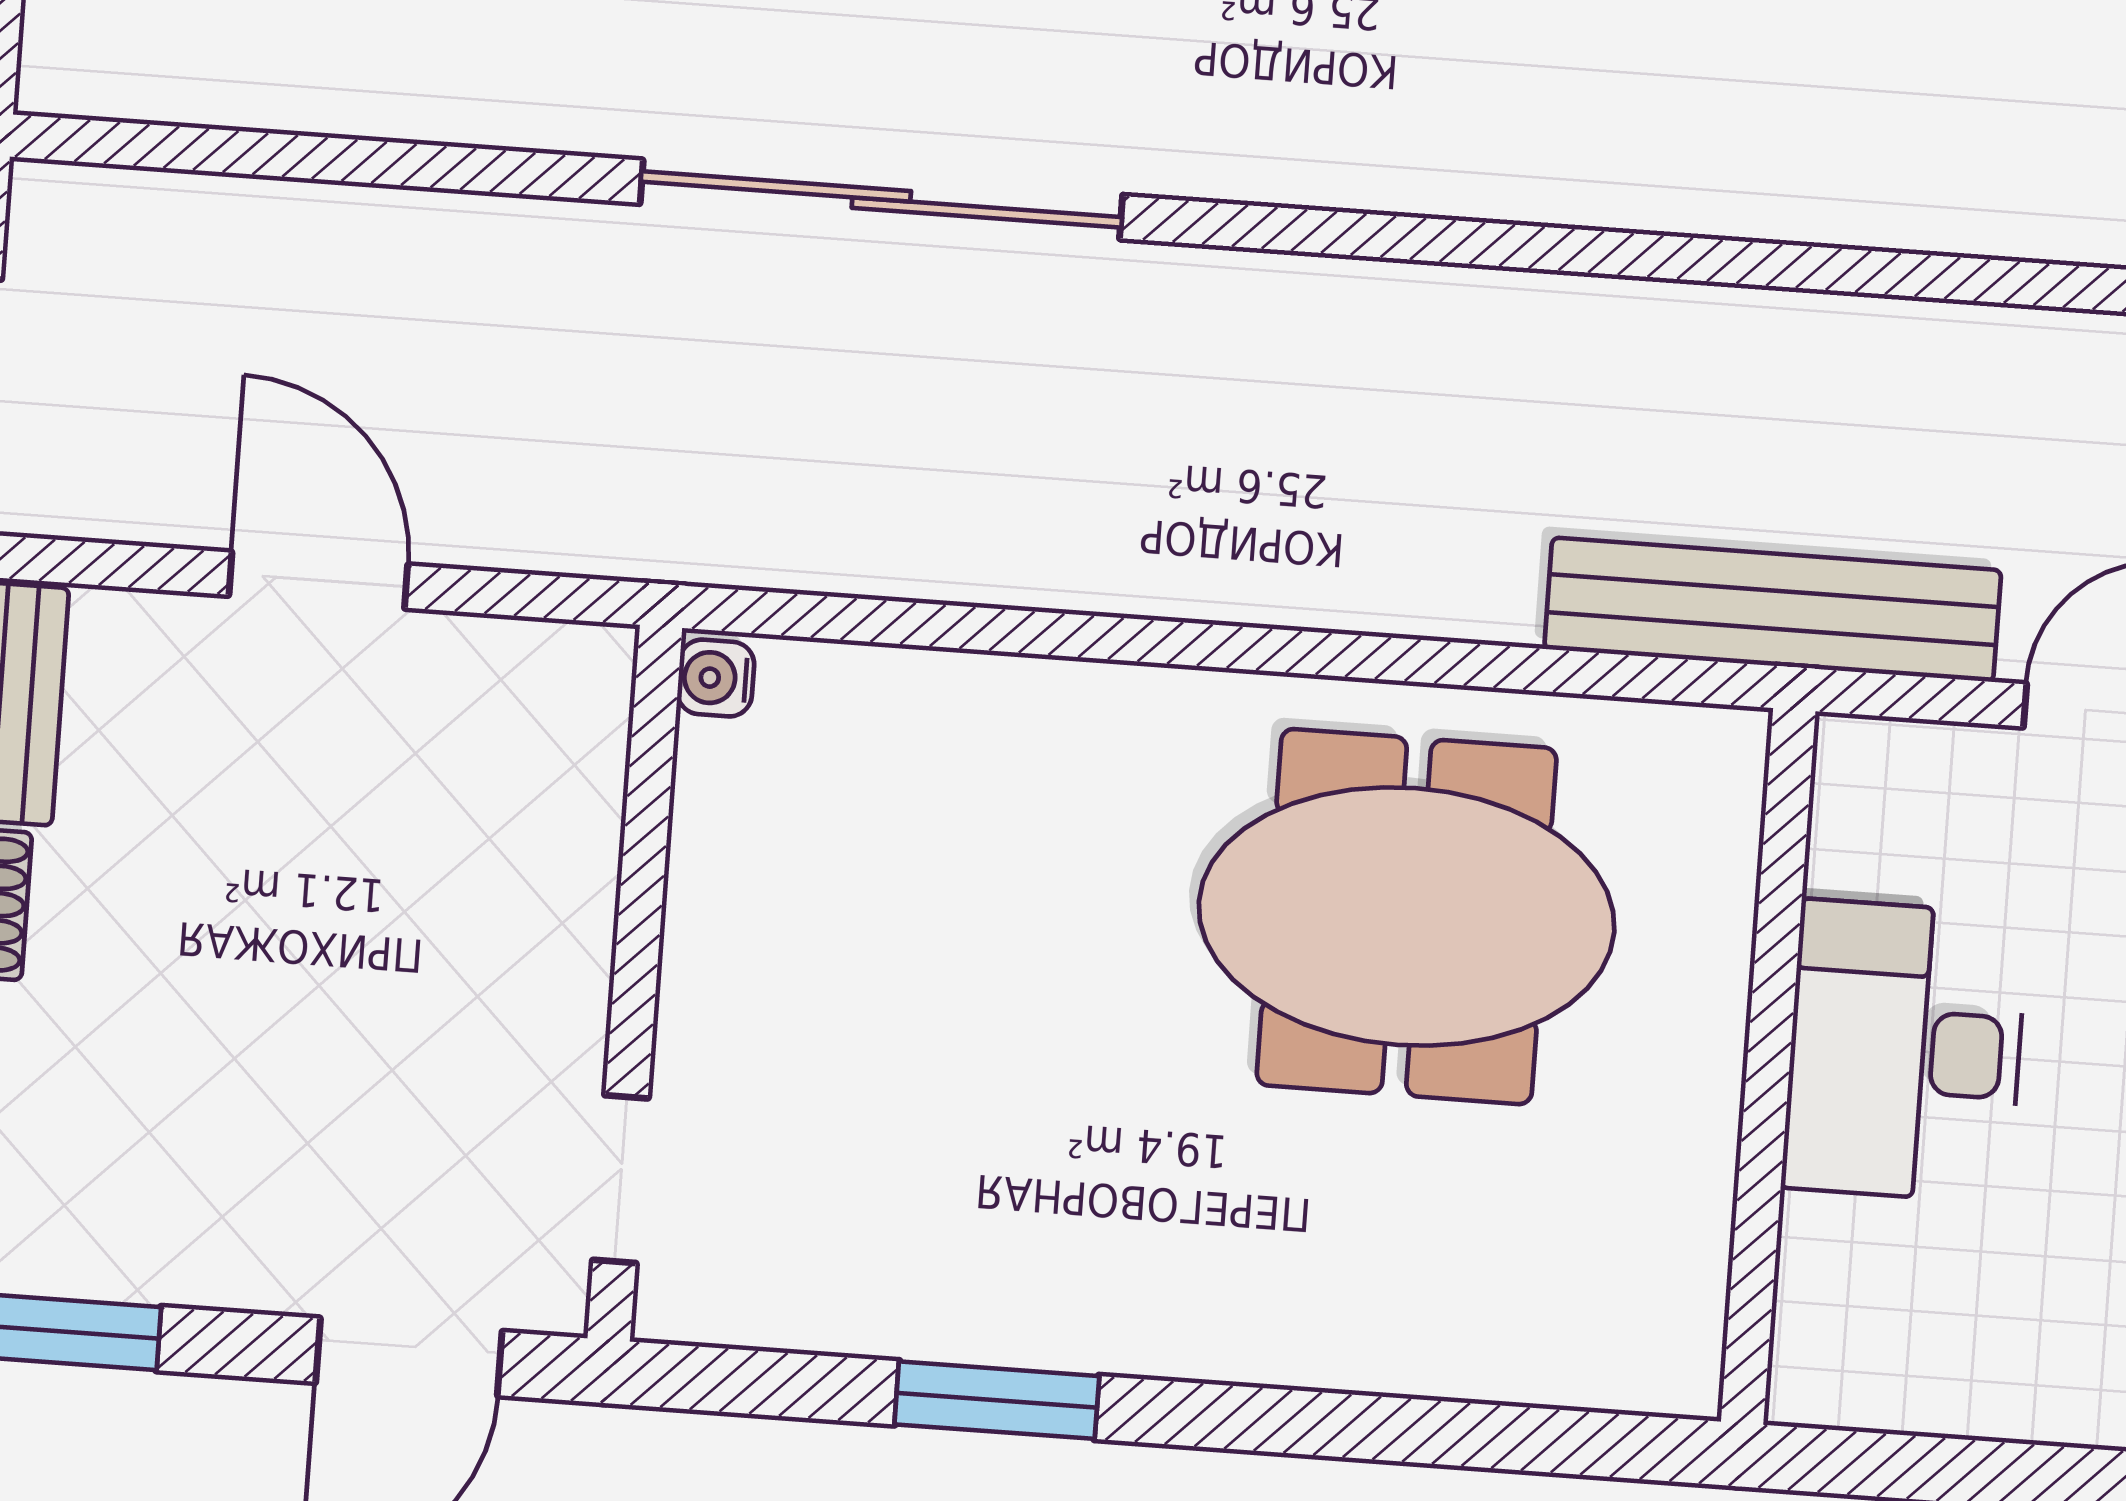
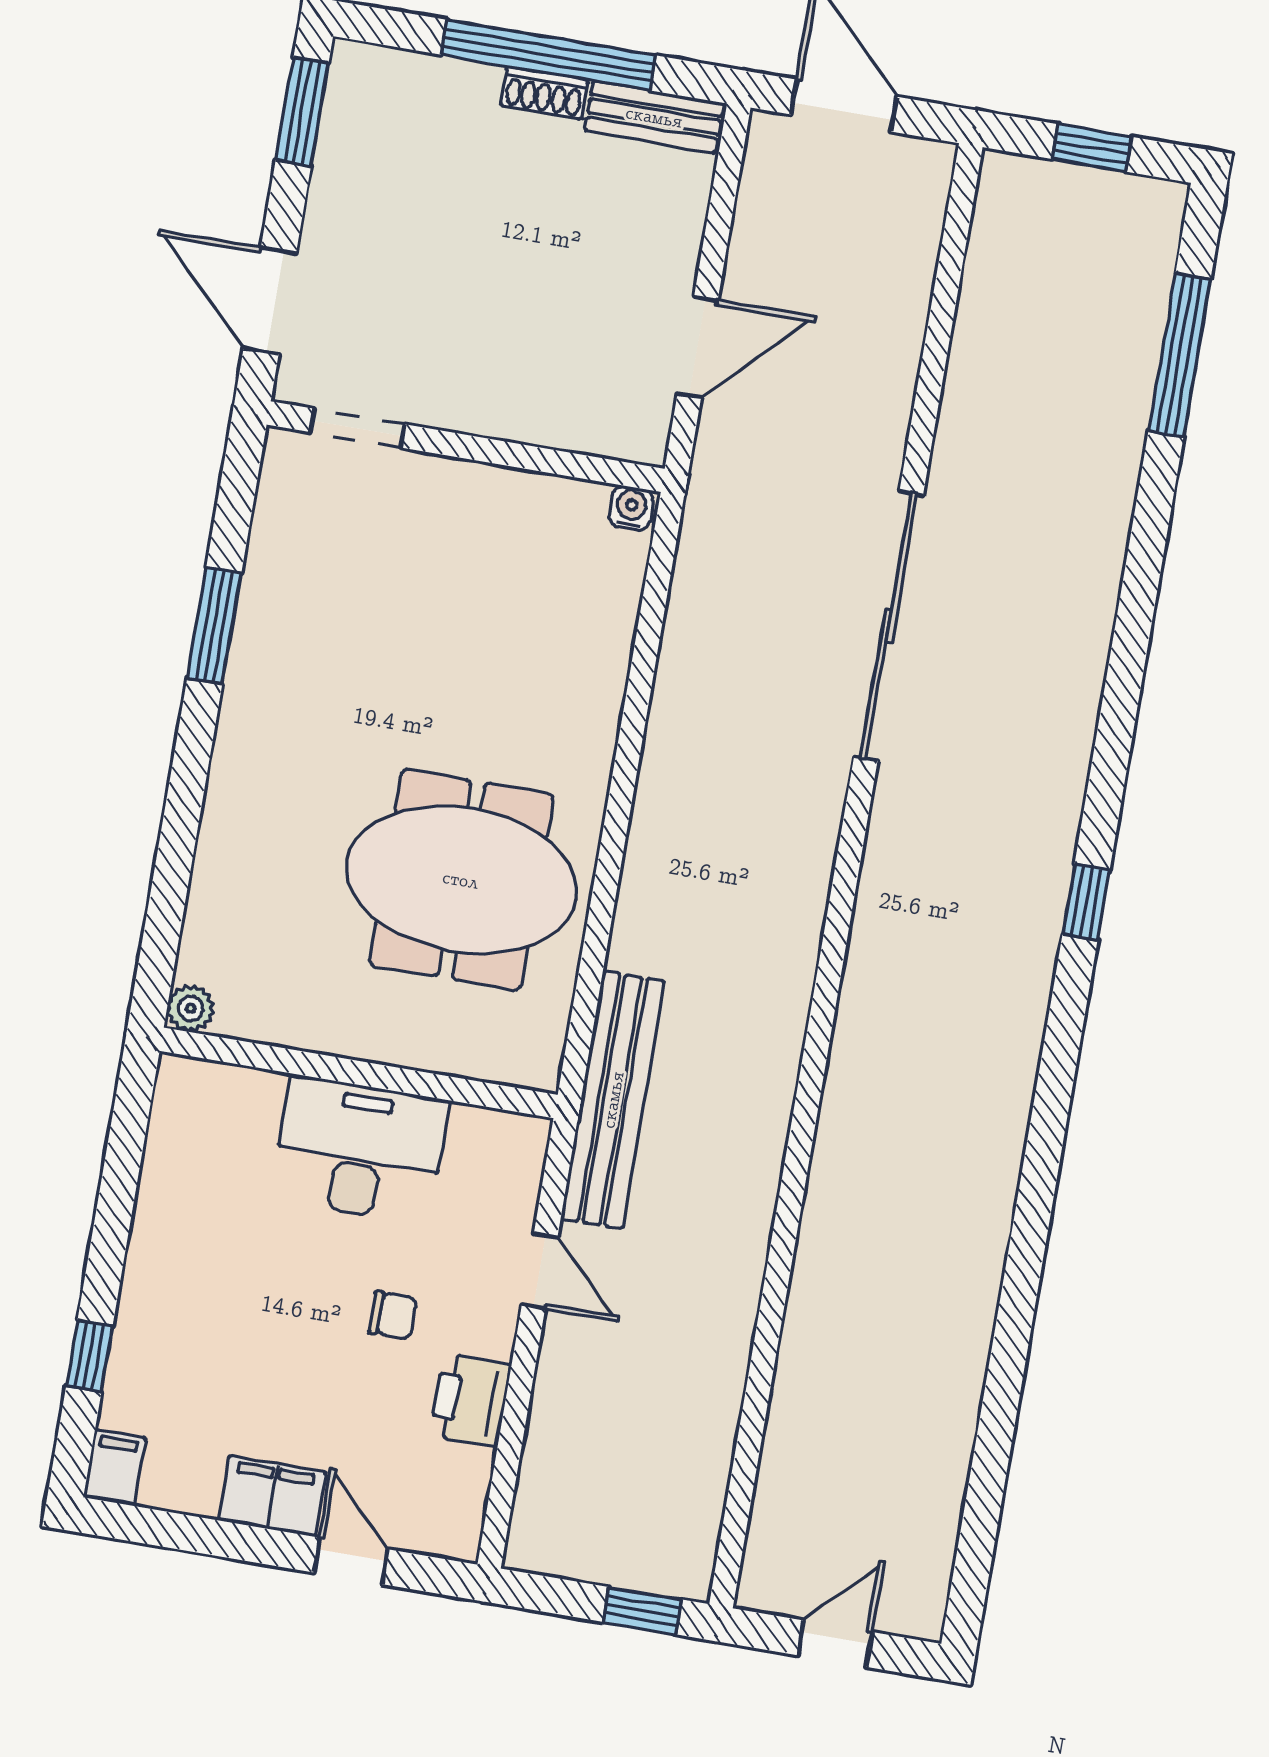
door: (318, 580) -> (698, 347), moved
meeting table: (1407, 917) -> (461, 880), turned 90
plant: (1682, 1377) -> (191, 1008), added

